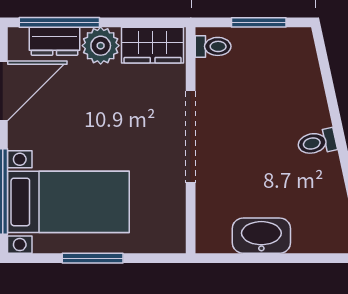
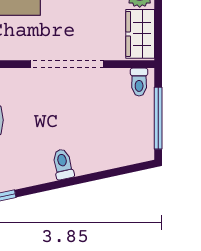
window: (259, 22) -> (158, 118), width x1.44

